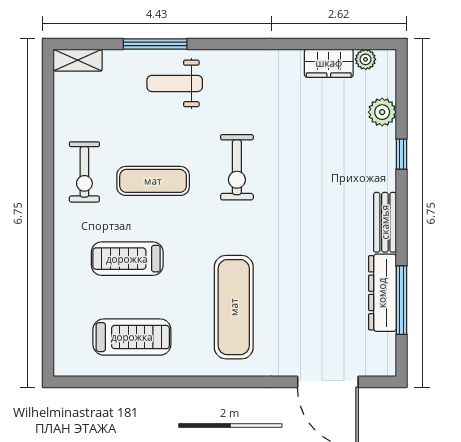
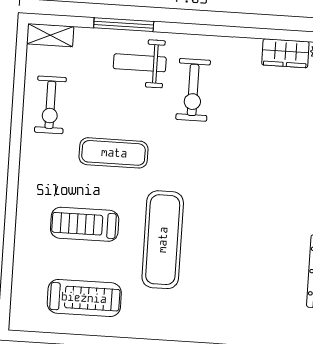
exercise bike: (237, 167) -> (193, 90), moved
exercise bike: (84, 172) -> (50, 105), moved
exercise mat: (234, 307) -> (163, 240), moved

